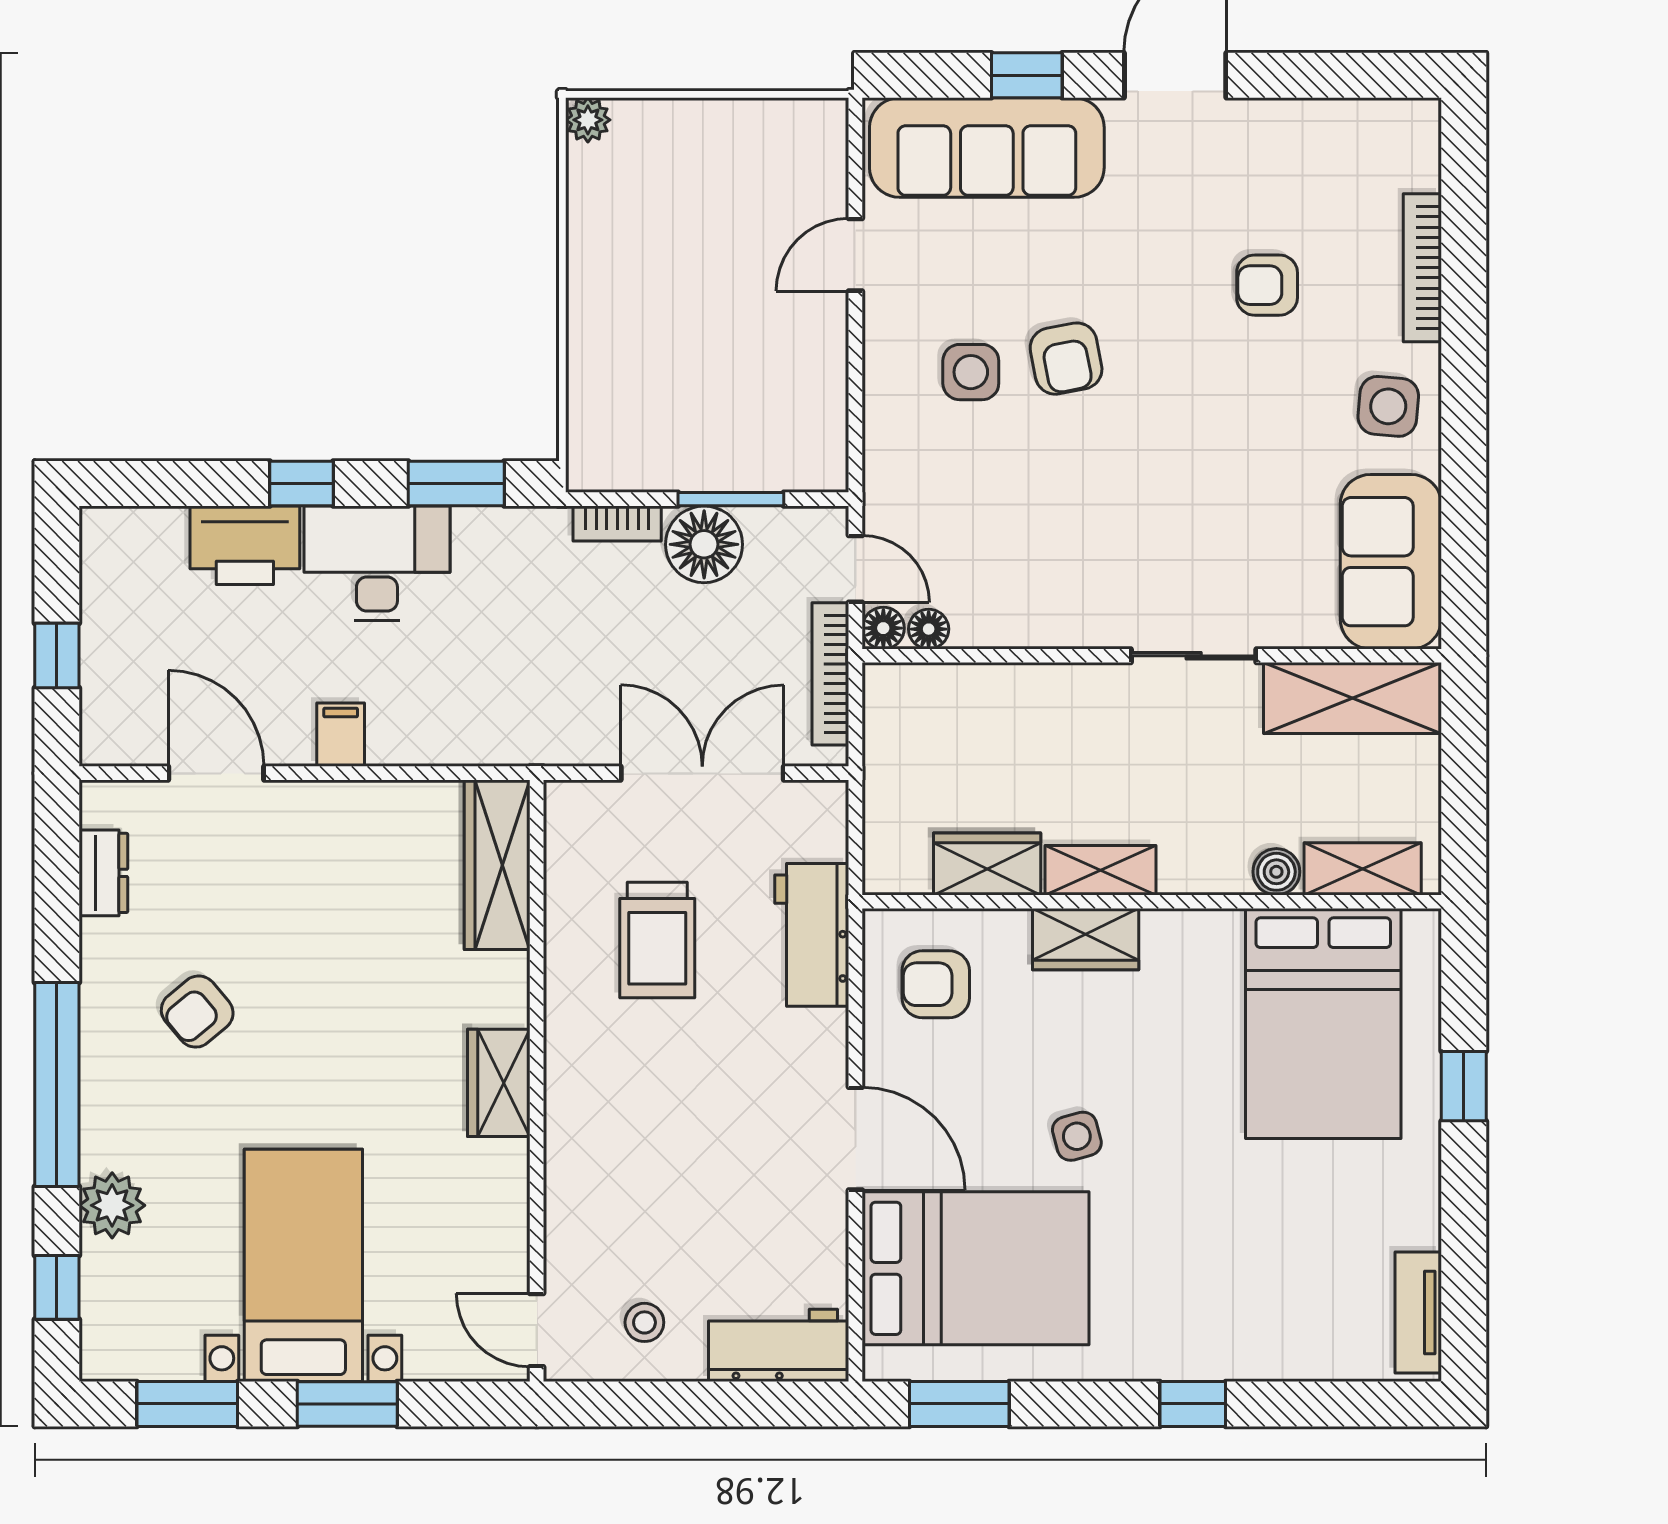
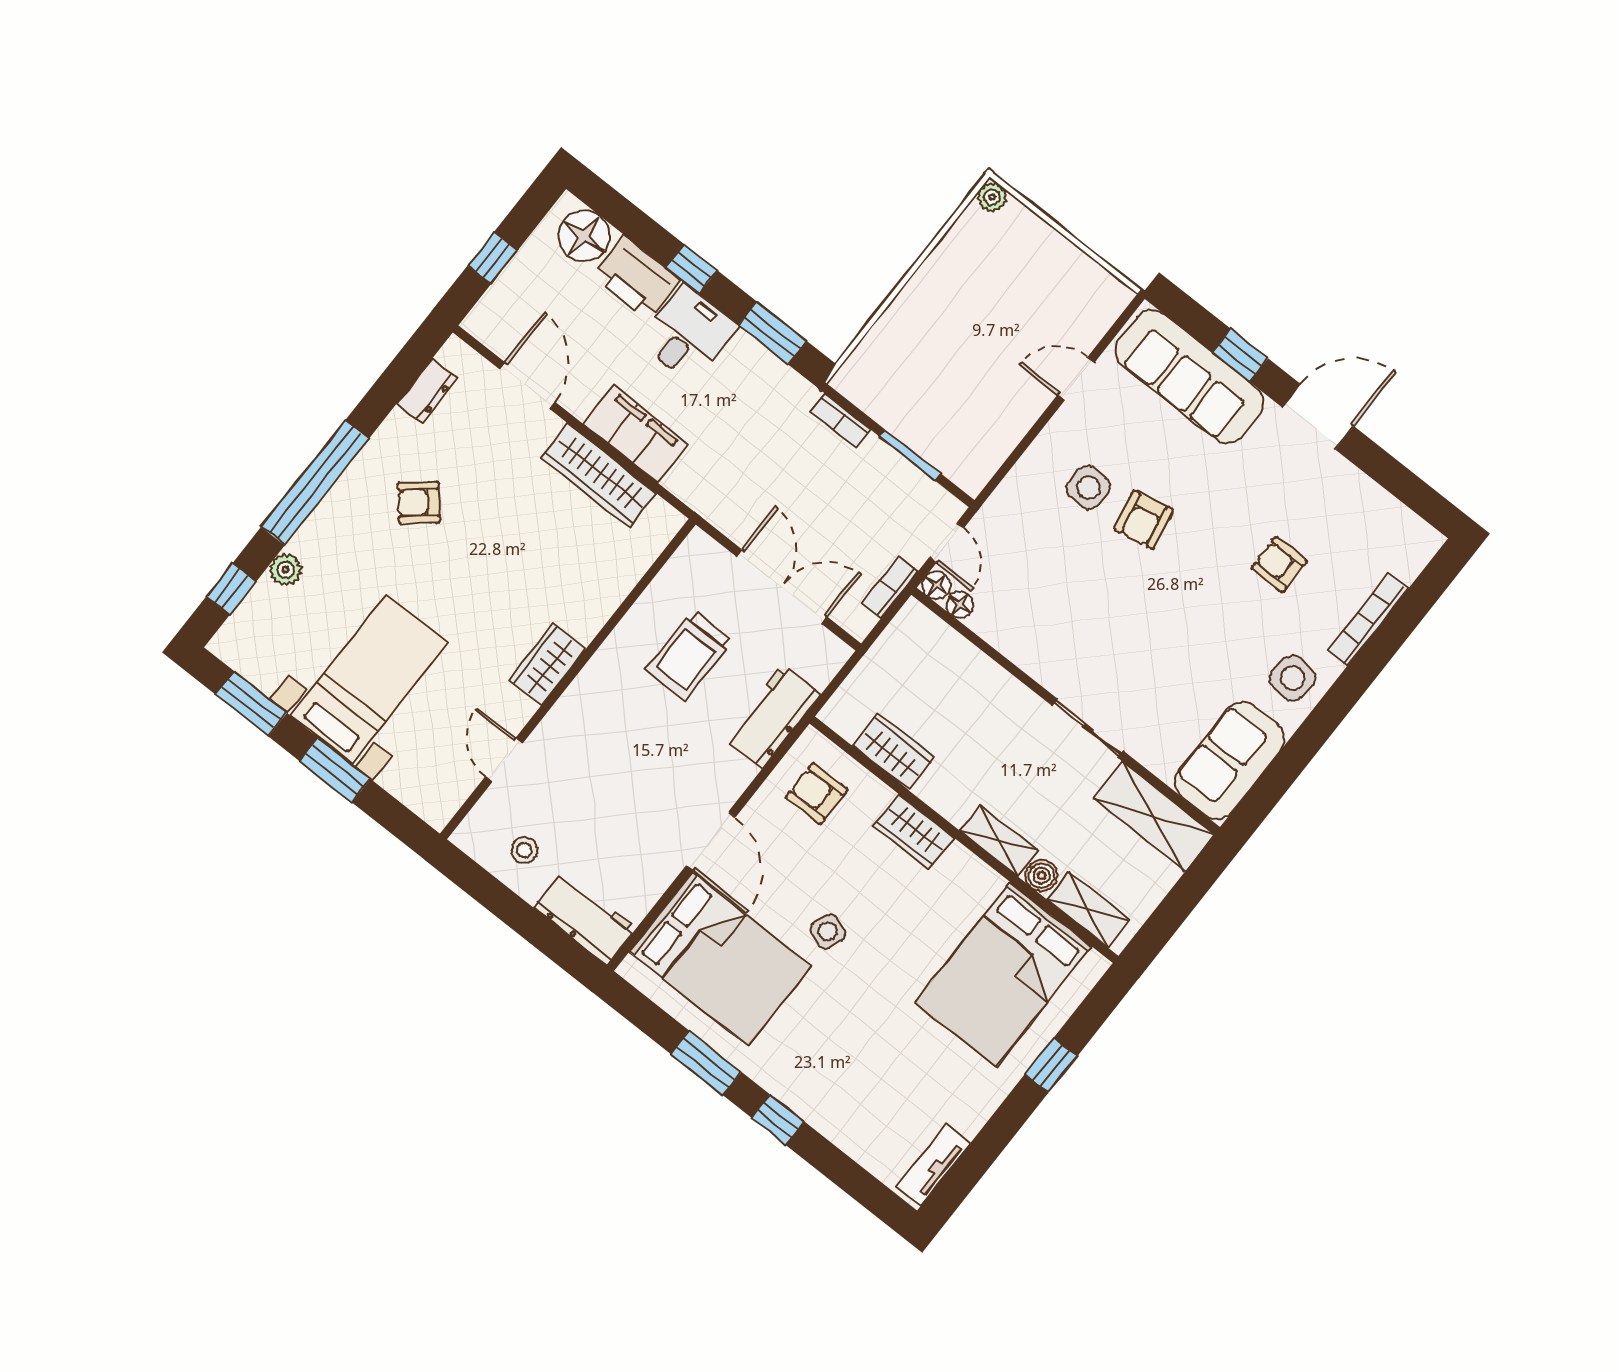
floor lamp: (704, 544) -> (584, 236), moved
desk: (377, 563) -> (688, 334), width x0.73
bookcase: (830, 674) -> (890, 588), width x0.64
filing cabinet: (341, 735) -> (635, 434), width x3.00, depth x1.17
wardrobe: (497, 865) -> (598, 475), moved, turned -90
shelving: (1100, 870) -> (999, 840), moved
side table: (1077, 1136) -> (828, 932), turned 36
plant: (112, 1205) -> (286, 570), width x0.73, depth x0.73
door: (537, 1330) -> (504, 760), moved
window: (959, 1404) -> (706, 1063), moved

